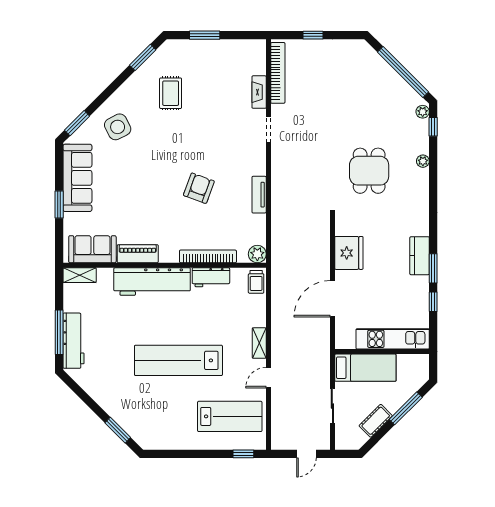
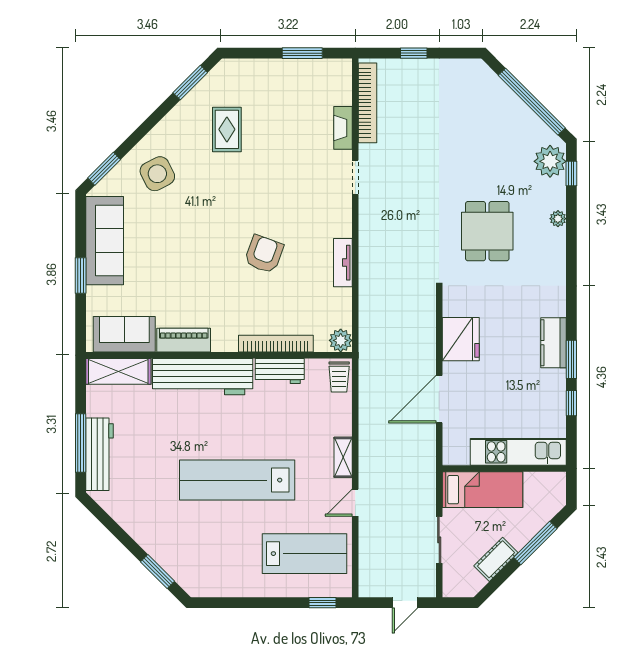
window: (205, 35) -> (302, 53), moved
plant: (423, 112) -> (550, 161), width x1.87, depth x1.87
shelving: (80, 275) -> (118, 371), width x1.50, depth x1.33

